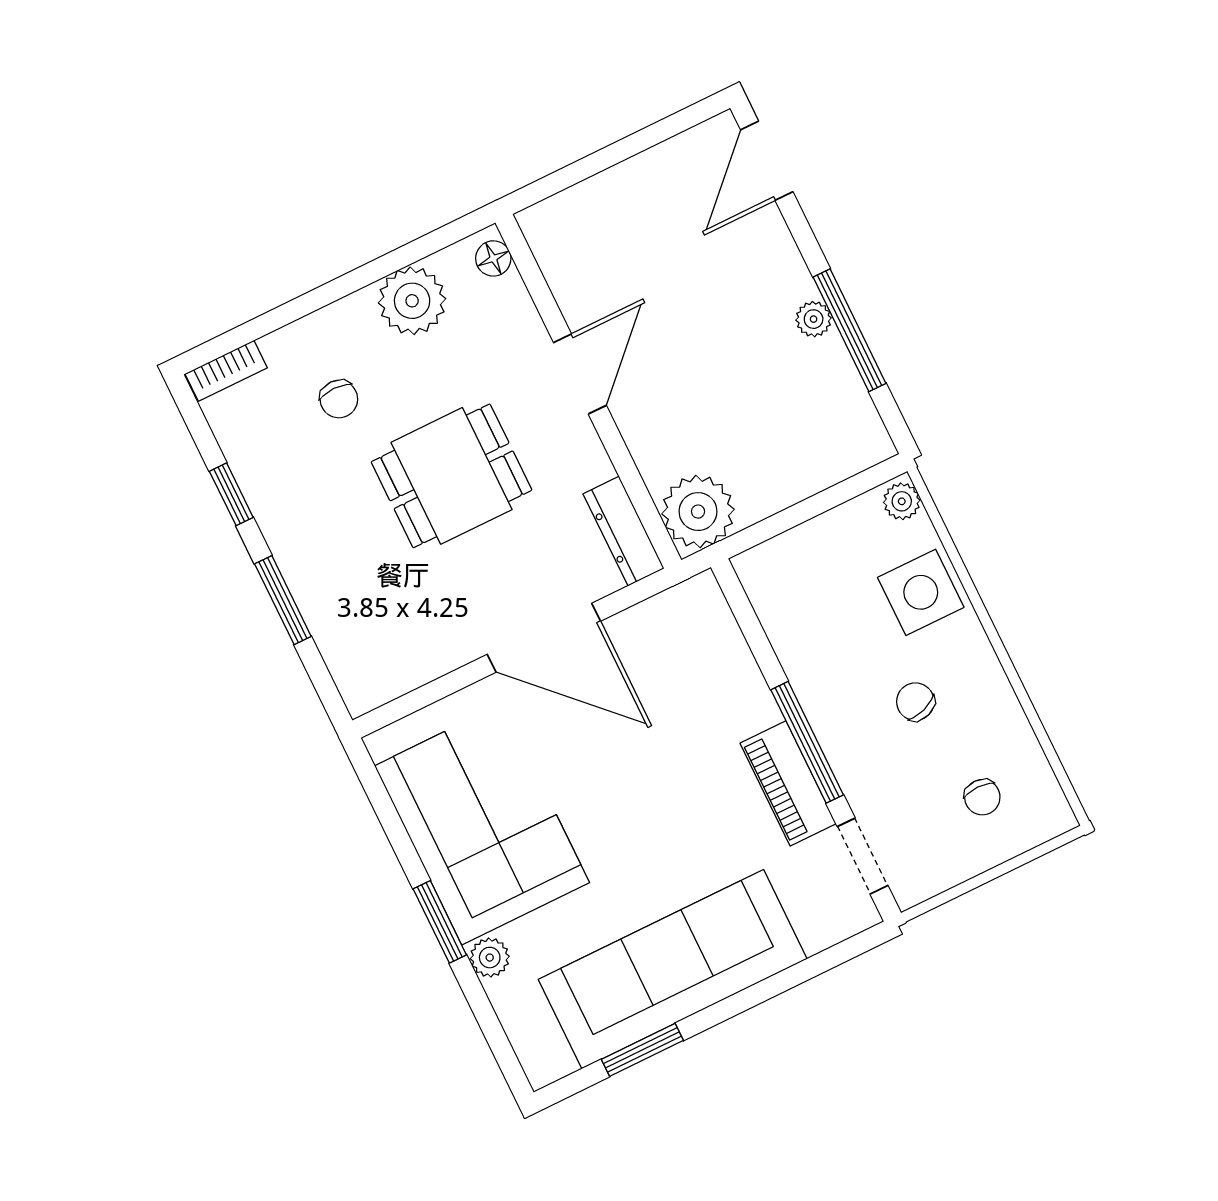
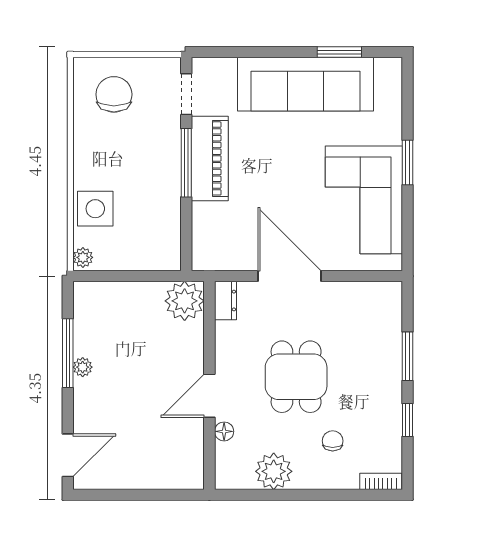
floor lamp: (493, 258) -> (224, 431), moved
dining table: (452, 476) -> (296, 377), turned 90
dresser: (624, 531) -> (225, 301), width x0.70
chair: (915, 702) -> (124, 157), removed
piano: (788, 783) -> (210, 158), width x1.37, depth x1.33
chair: (982, 797) -> (114, 94), width x1.87, depth x1.87
plant: (490, 958) -> (392, 133), removed

